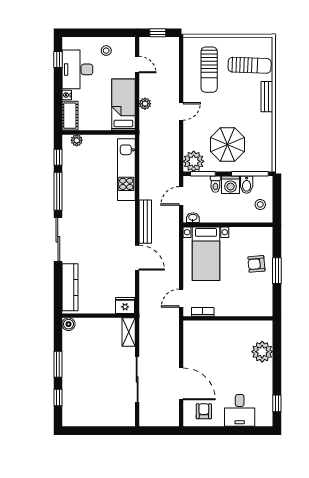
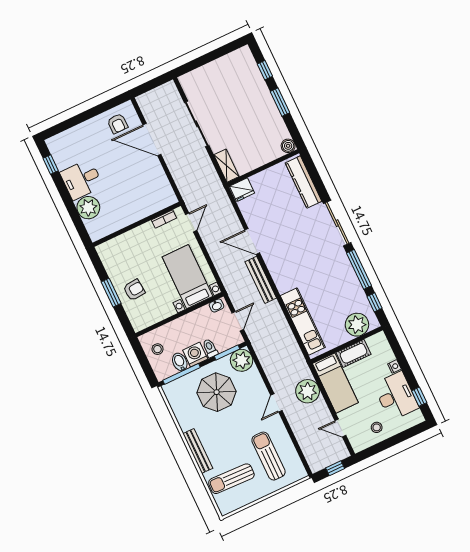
bench: (267, 97) -> (198, 451), width x1.36
plant: (145, 104) -> (308, 391), width x1.88, depth x1.88
cot: (70, 116) -> (354, 353), moved, turned 90
plant: (77, 140) -> (357, 325), width x1.88, depth x1.88
desk: (240, 410) -> (82, 179), moved, turned -90

